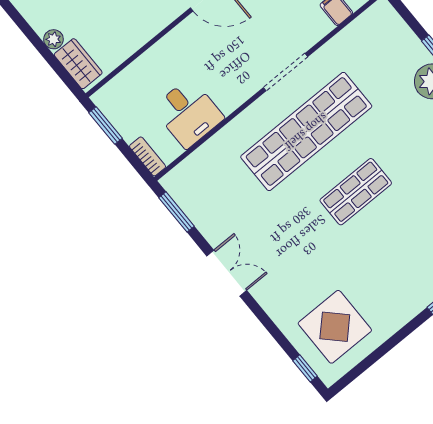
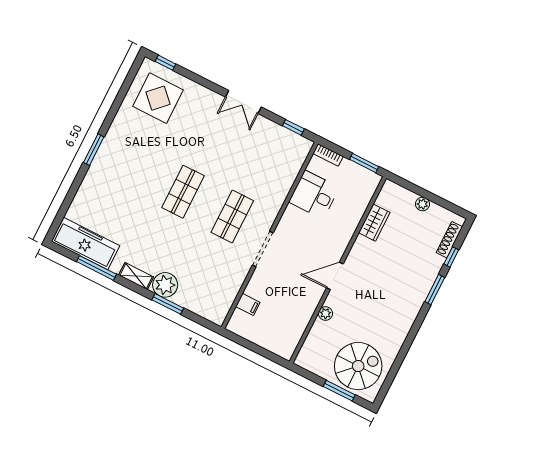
wardrobe: (78, 64) -> (374, 223), moved, turned -90
shop shelf: (306, 131) -> (232, 217), width x0.50, depth x0.74
window: (177, 212) -> (293, 127), width x0.67

